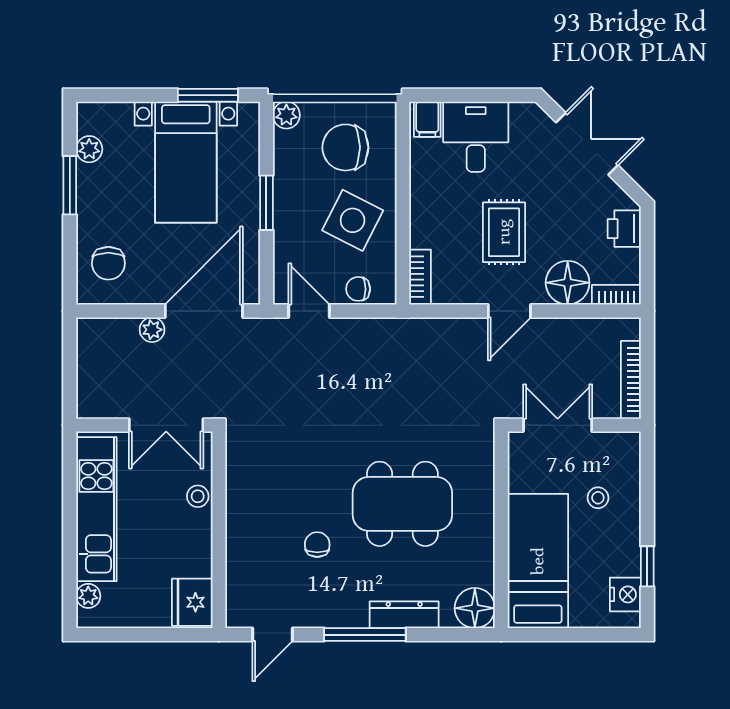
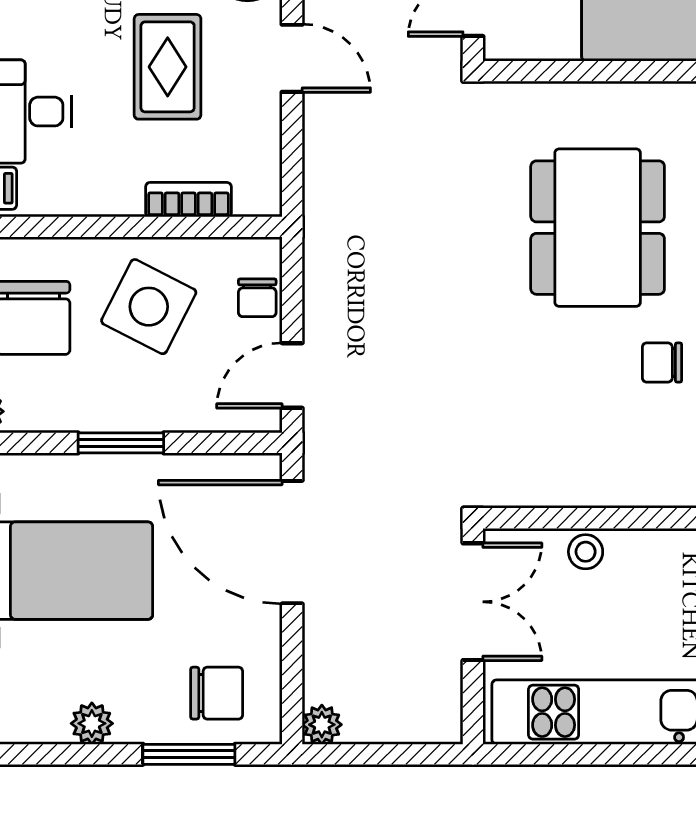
plant: (89, 149) -> (92, 723), moved
window: (70, 185) -> (189, 754), moved
rug: (504, 232) -> (168, 67), turned 90
bookcase: (420, 277) -> (188, 200), moved
plant: (152, 330) -> (322, 725), moved

